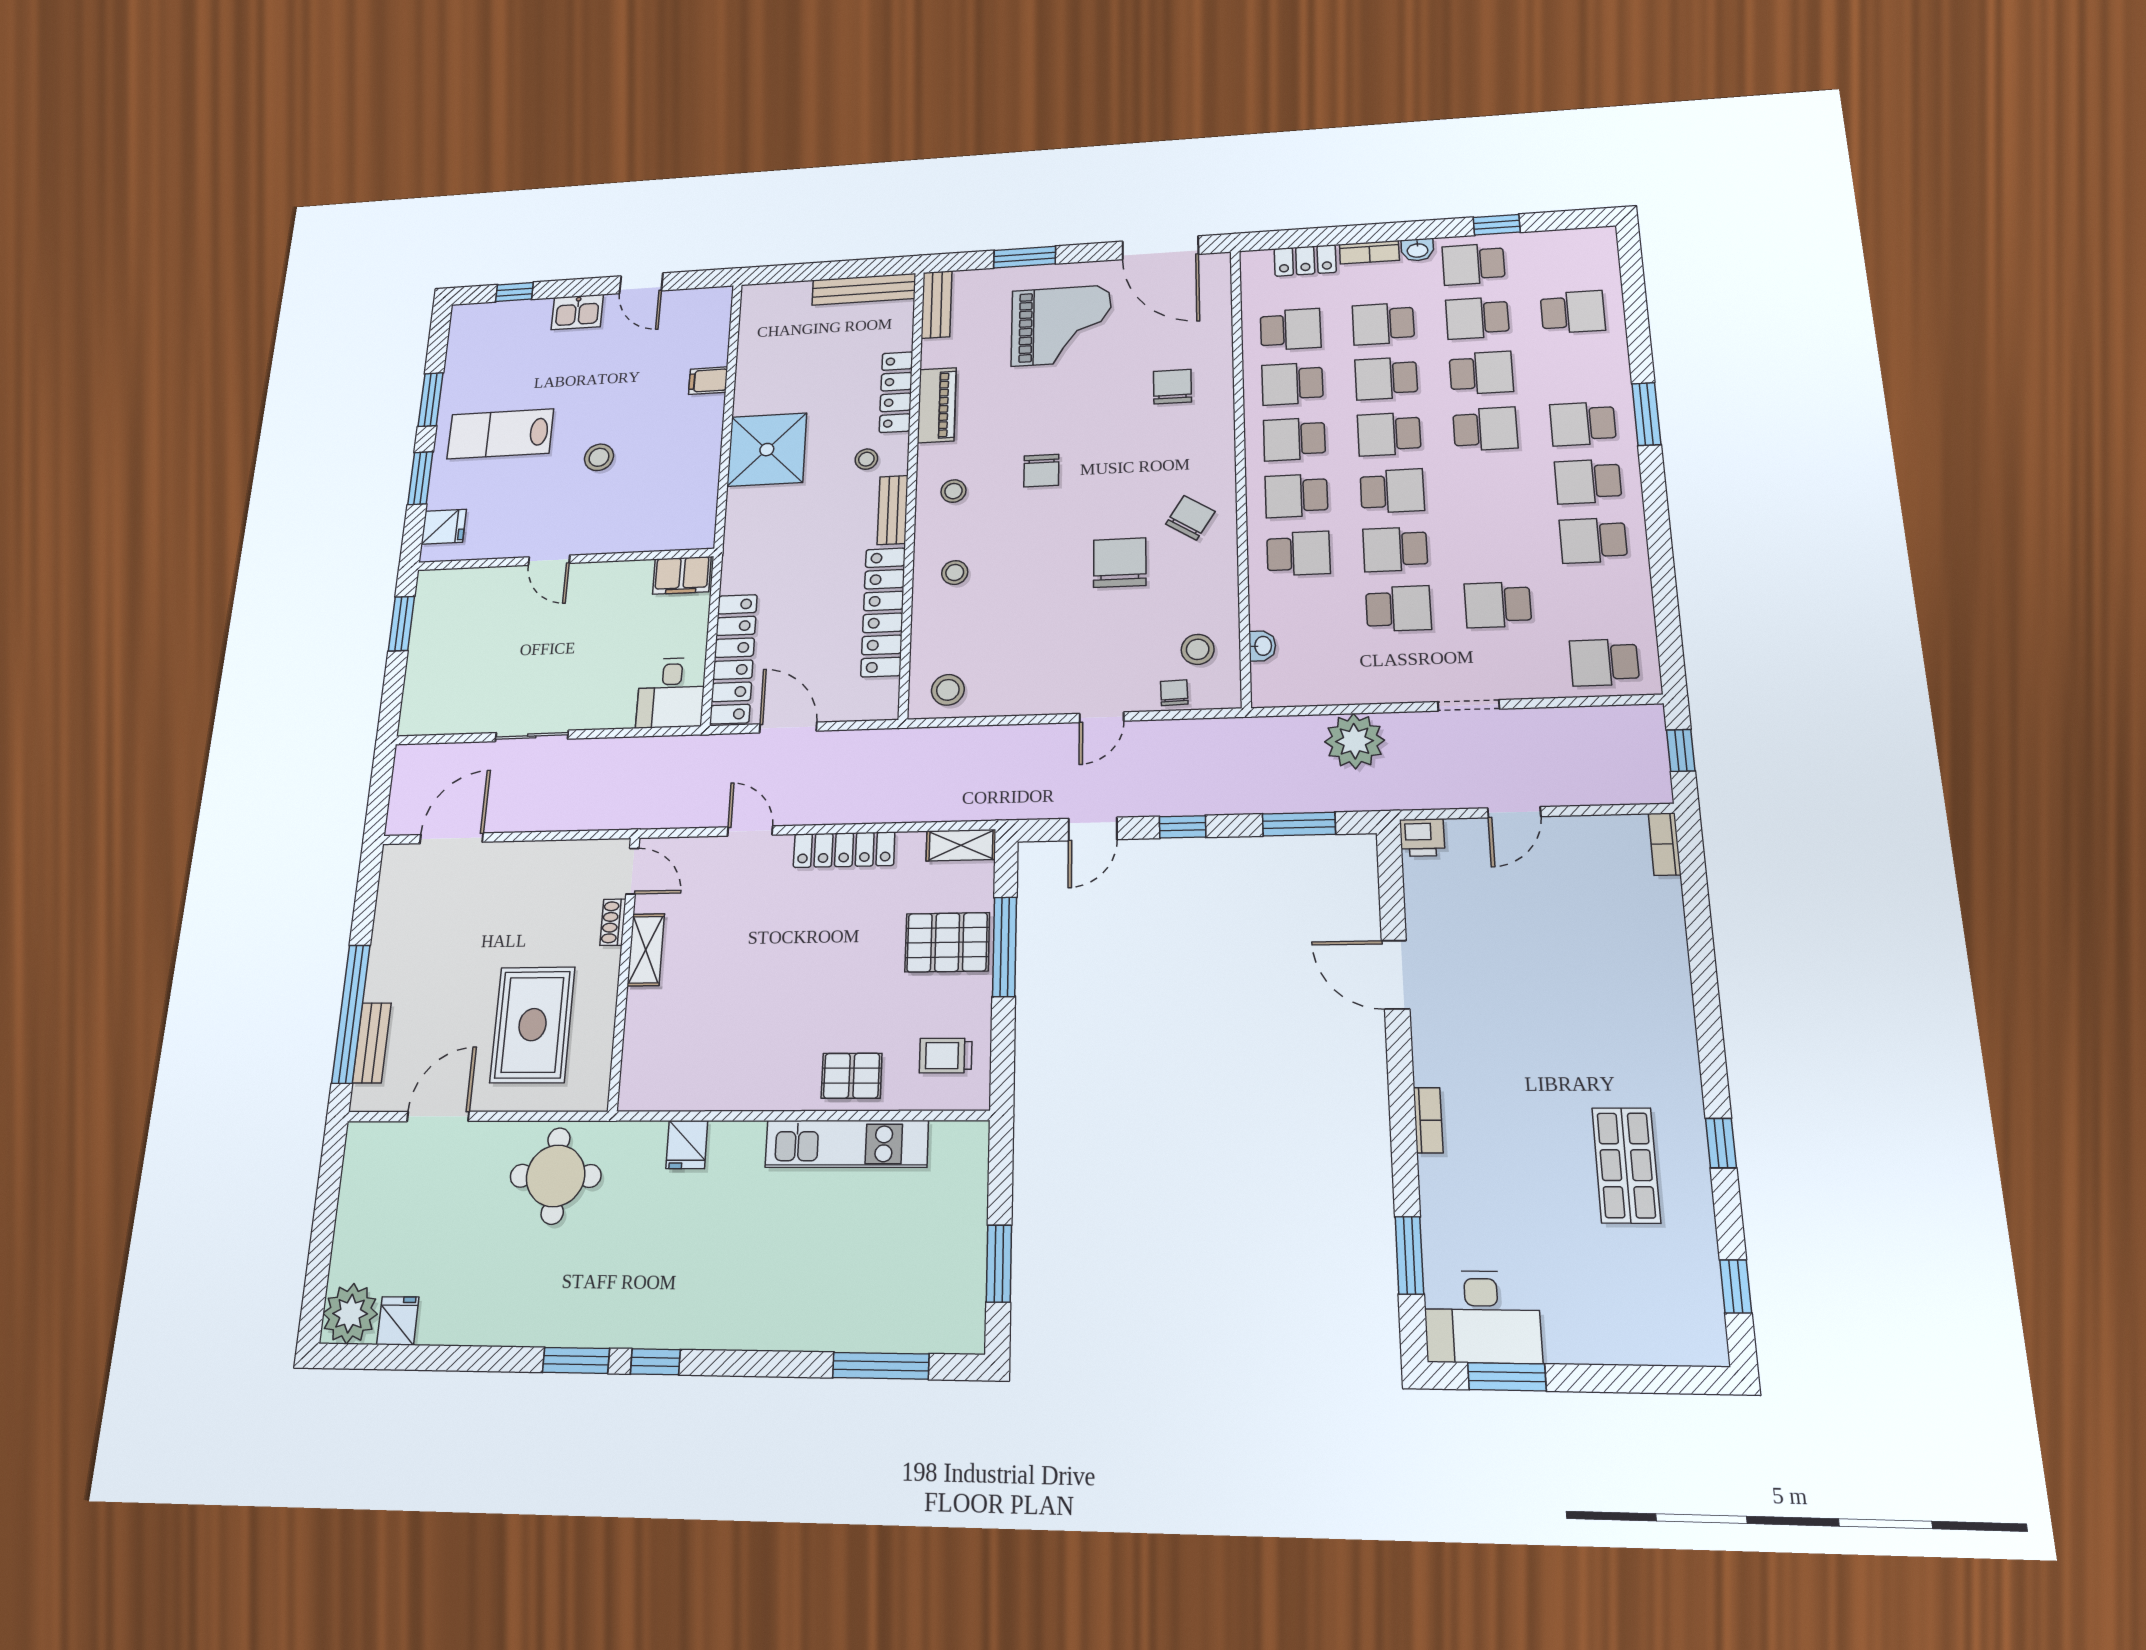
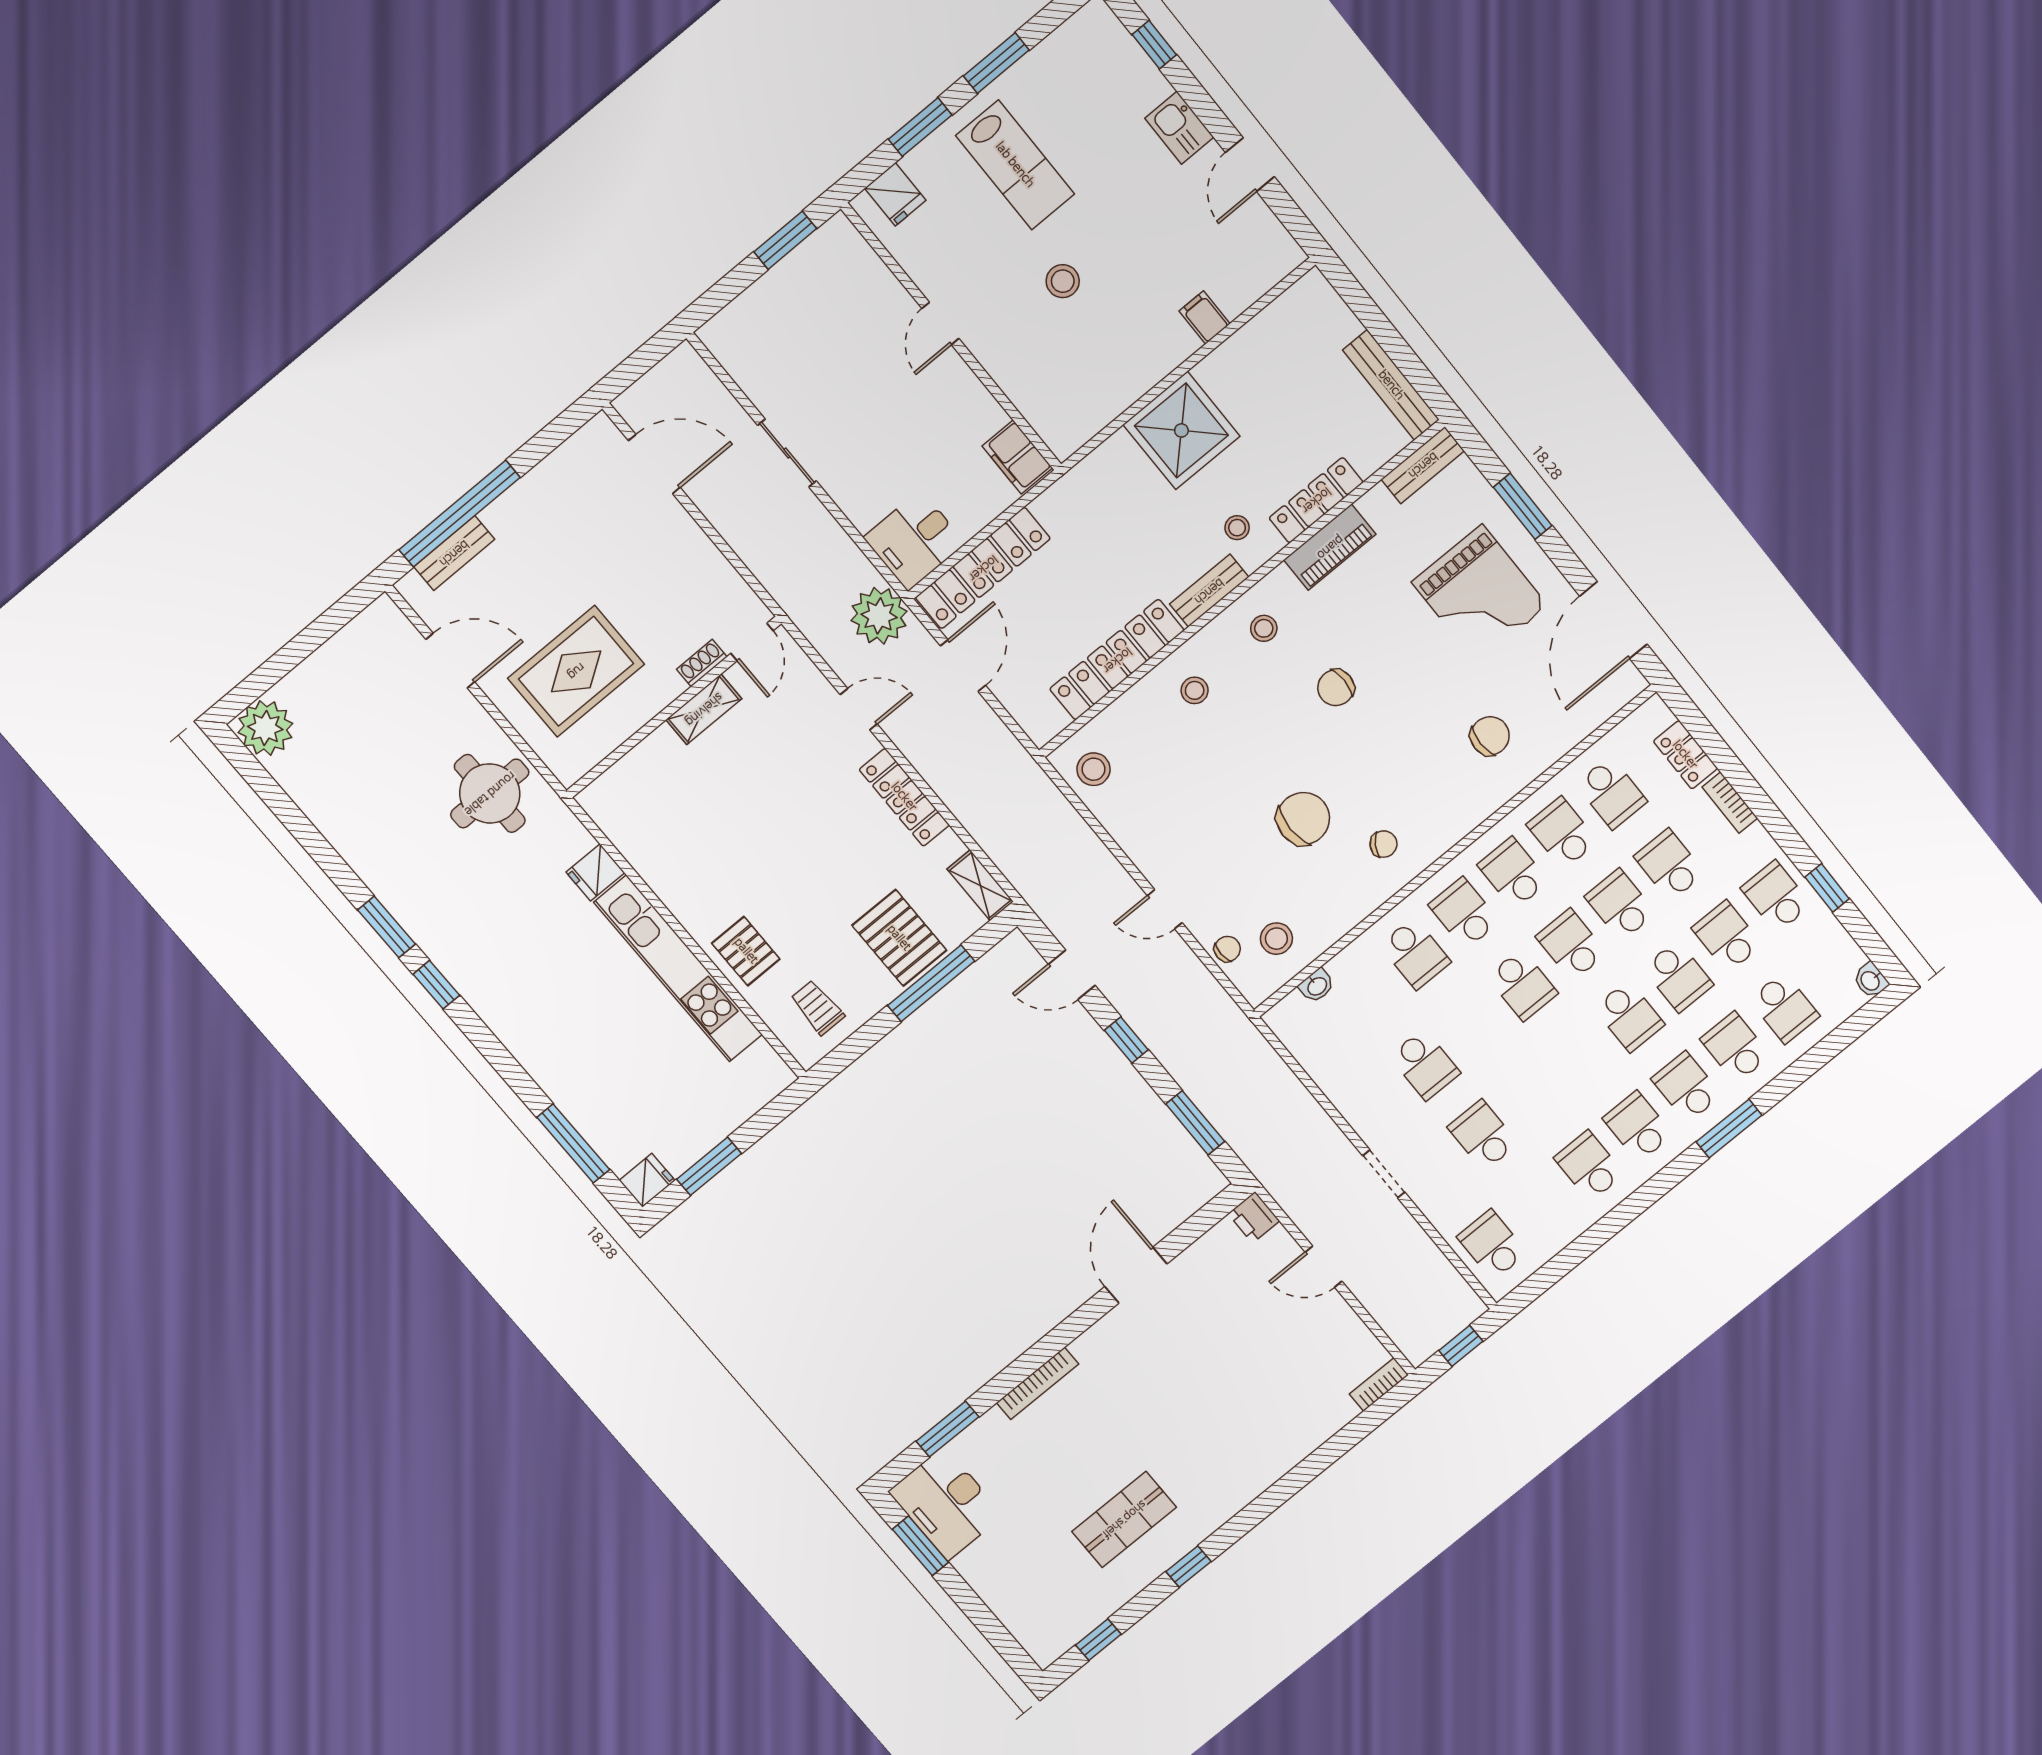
washbasin: (1417, 250) -> (1871, 980), moved
lab bench: (500, 434) -> (1015, 165), turned 180
chair: (1190, 518) -> (1384, 844), width x0.73, depth x0.73
school desk: (1395, 549) -> (1735, 1047), moved
plant: (1355, 741) -> (879, 616), moved
door: (750, 831) -> (859, 709), hinge flipped
bookcase: (1428, 1120) -> (1037, 1383), width x1.56
kitchen unit: (847, 1144) -> (678, 968), width x1.36
fridge: (398, 1321) -> (647, 1180), moved

